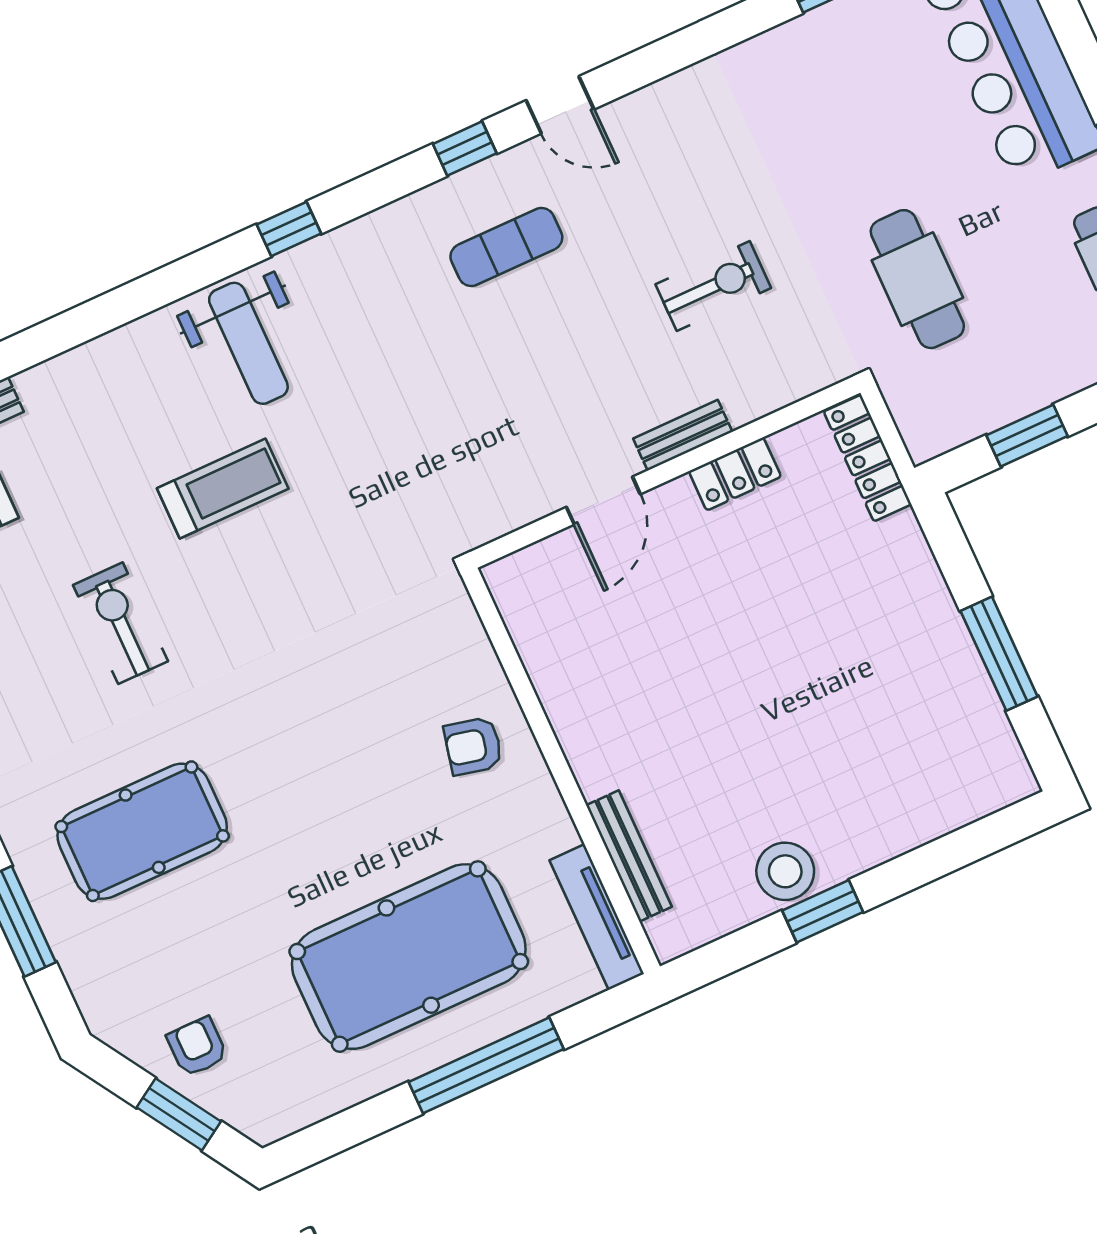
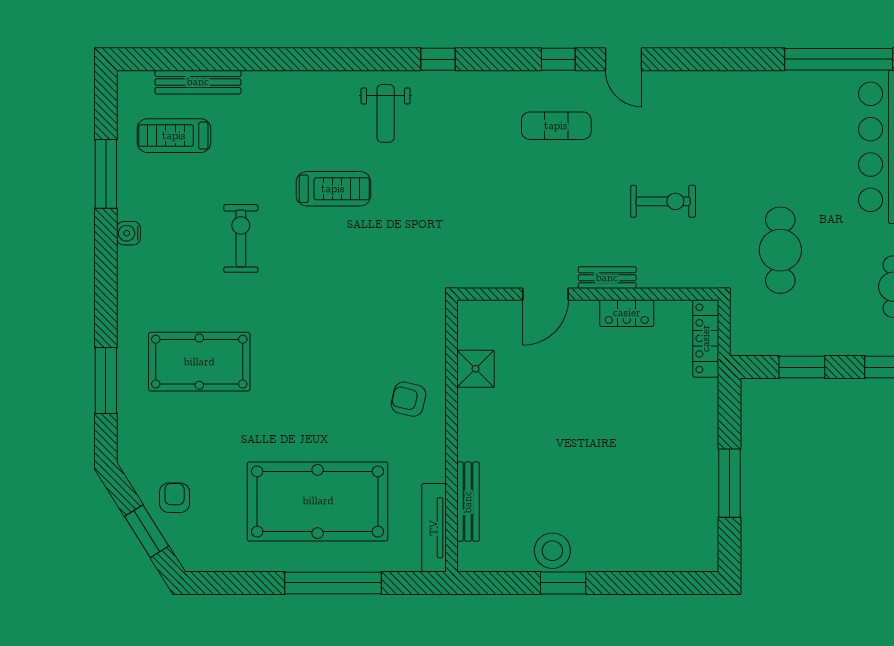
weight bench: (248, 343) -> (386, 113), width x0.73, depth x0.75
shower: (551, 657) -> (476, 369), added

